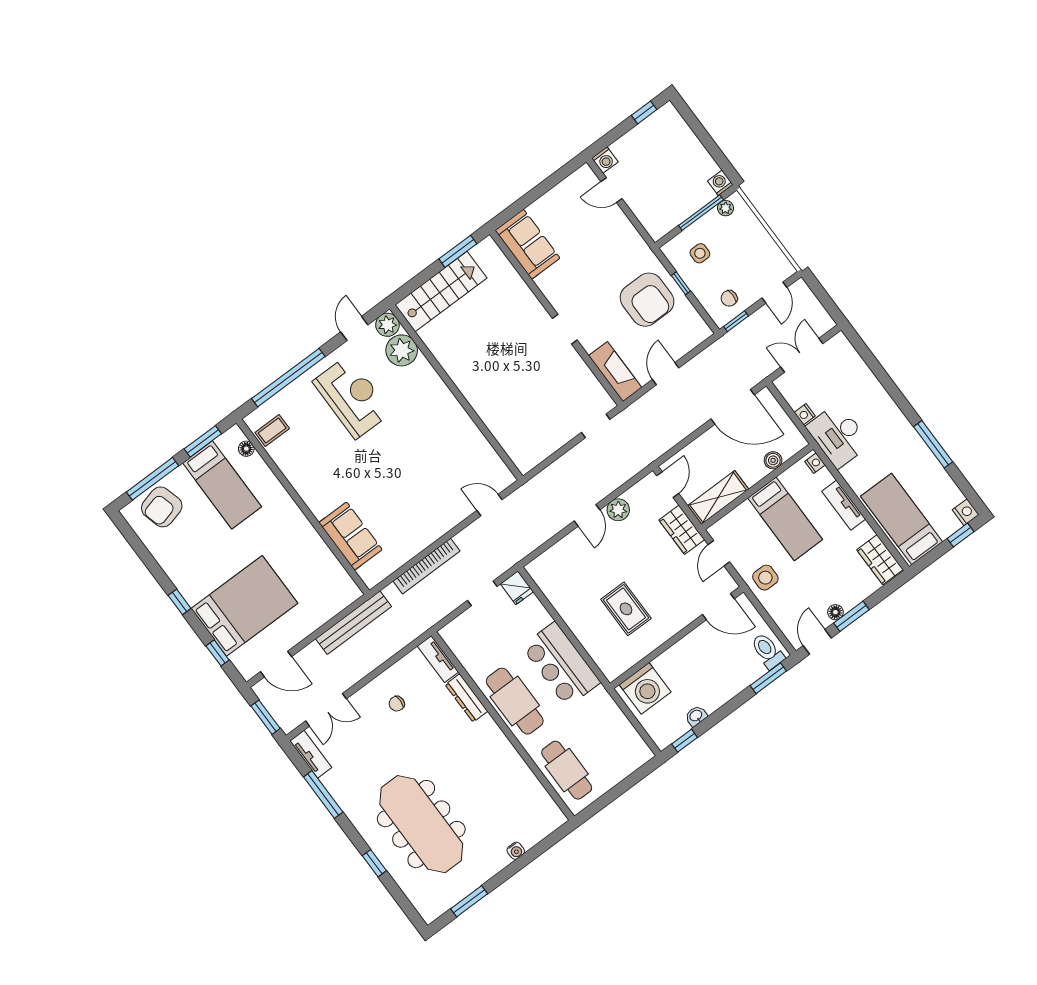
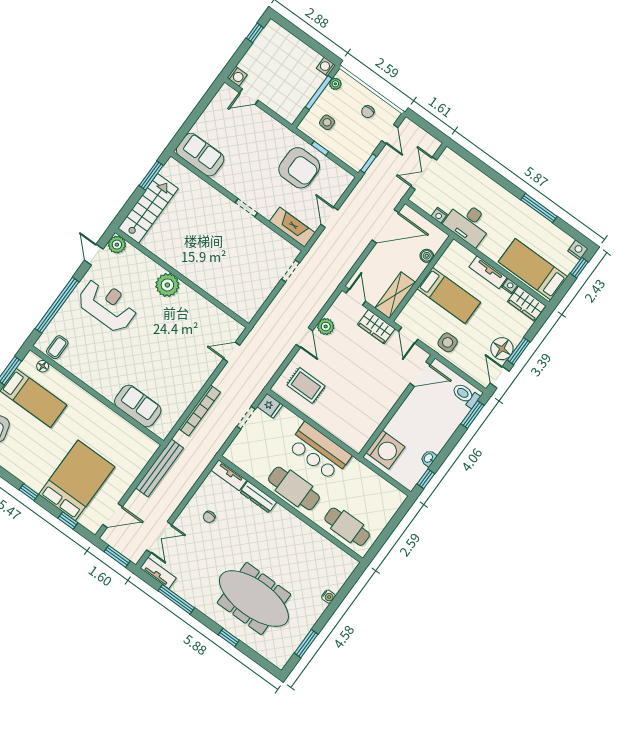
chair: (729, 298) -> (368, 112), moved
plant: (402, 350) -> (167, 285), moved
nightstand: (815, 463) -> (510, 286), moved
rug: (626, 609) -> (306, 386), moved
floor lamp: (835, 612) -> (502, 349), width x1.89, depth x1.89

